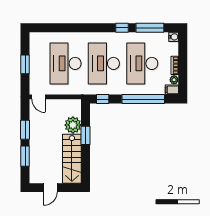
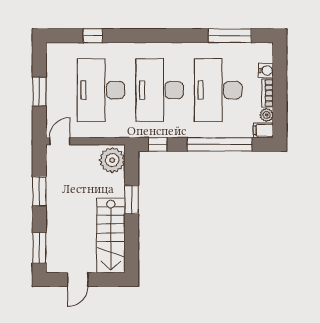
window: (122, 28) -> (93, 36), moved
water cooler: (174, 37) -> (266, 70), moved
door: (38, 97) -> (60, 141), swing flipped
plant: (73, 125) -> (112, 160), moved
window: (25, 156) -> (39, 248), moved

